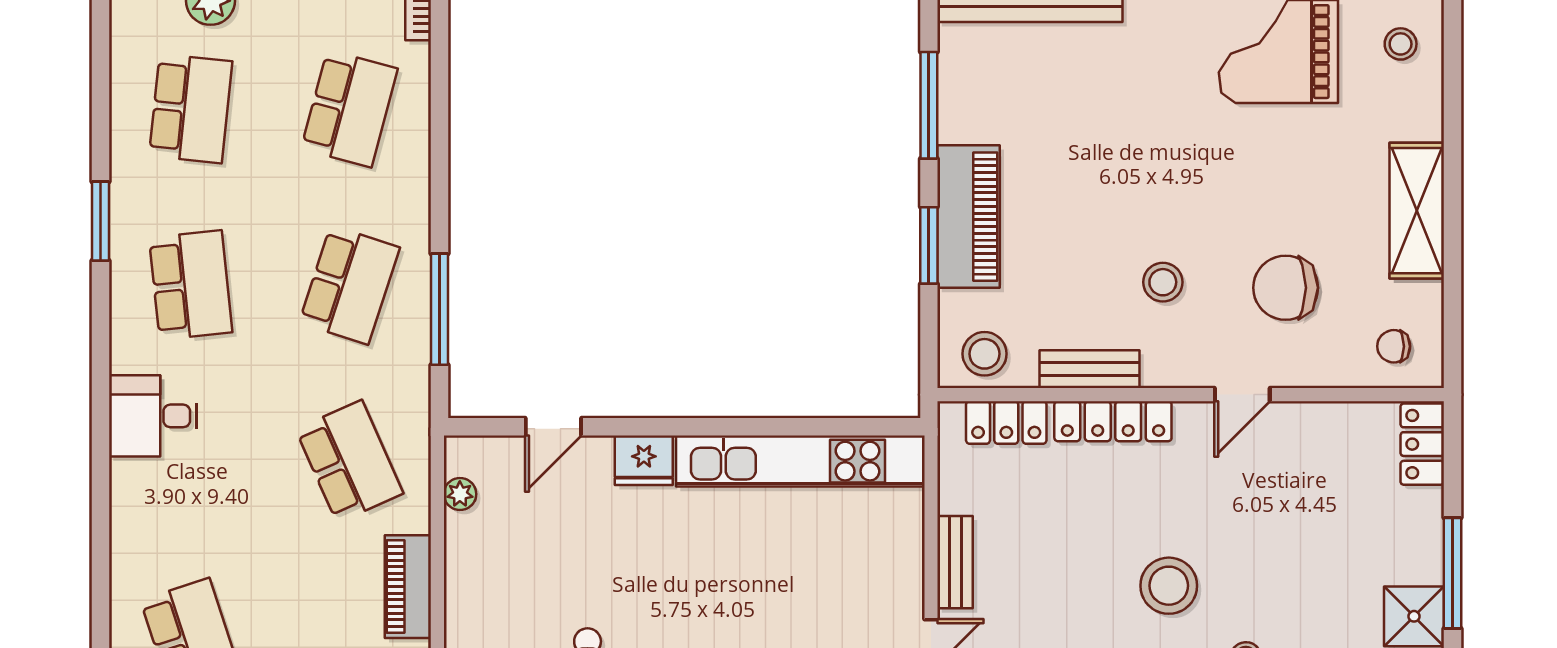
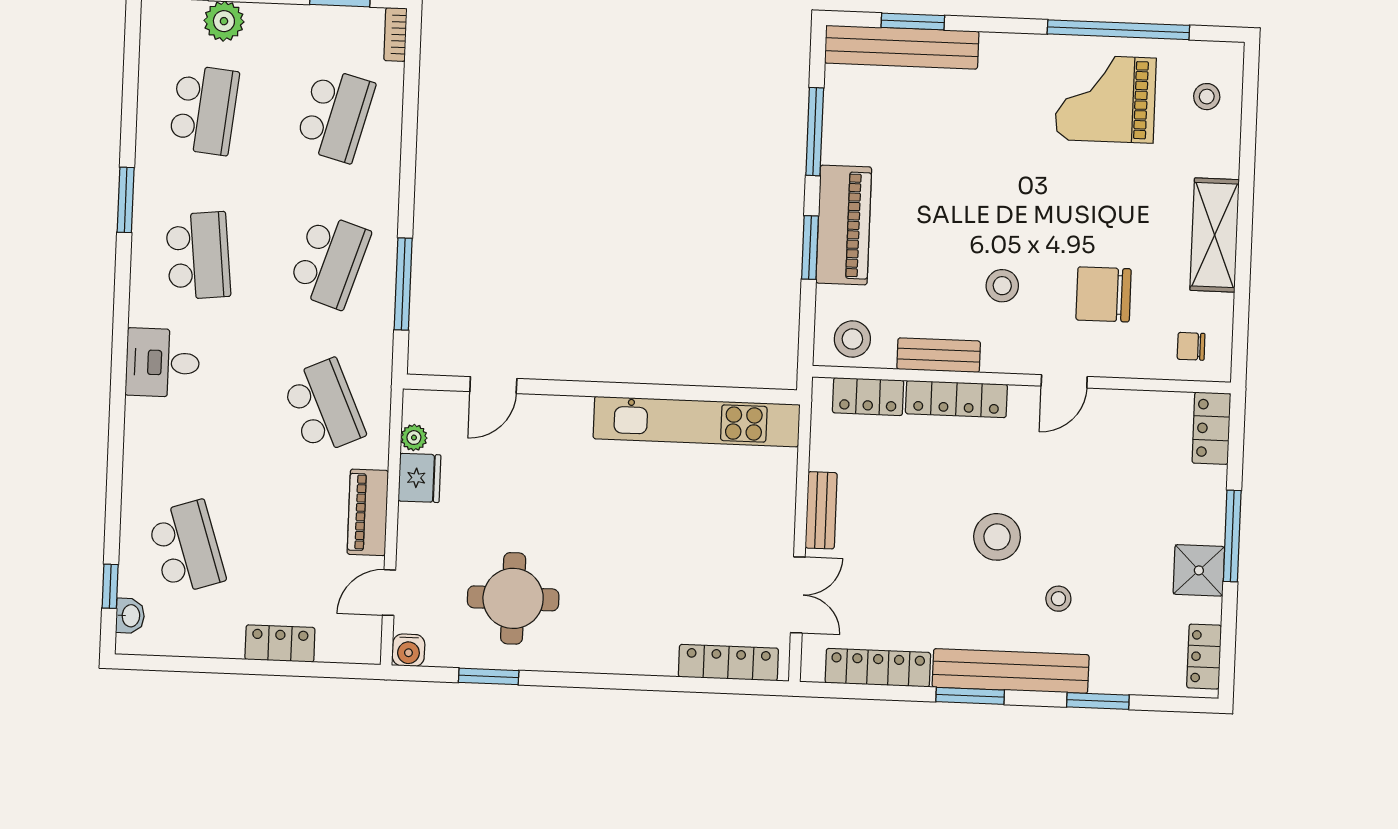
fridge: (644, 460) -> (420, 478), moved, turned -90

